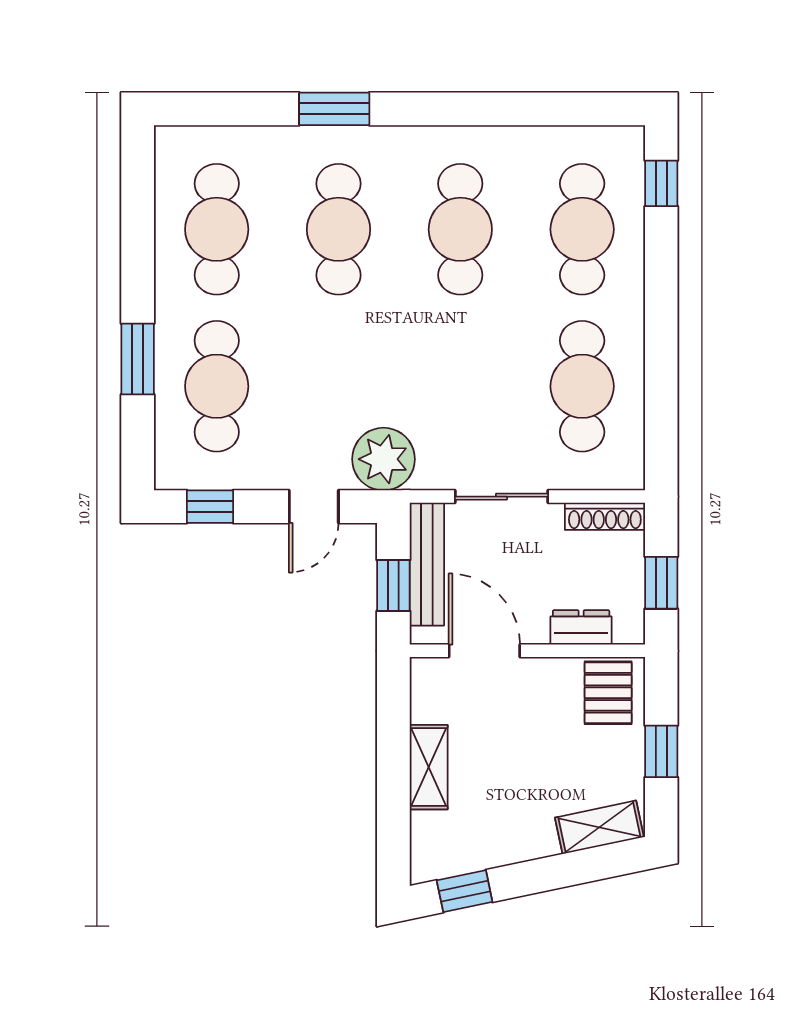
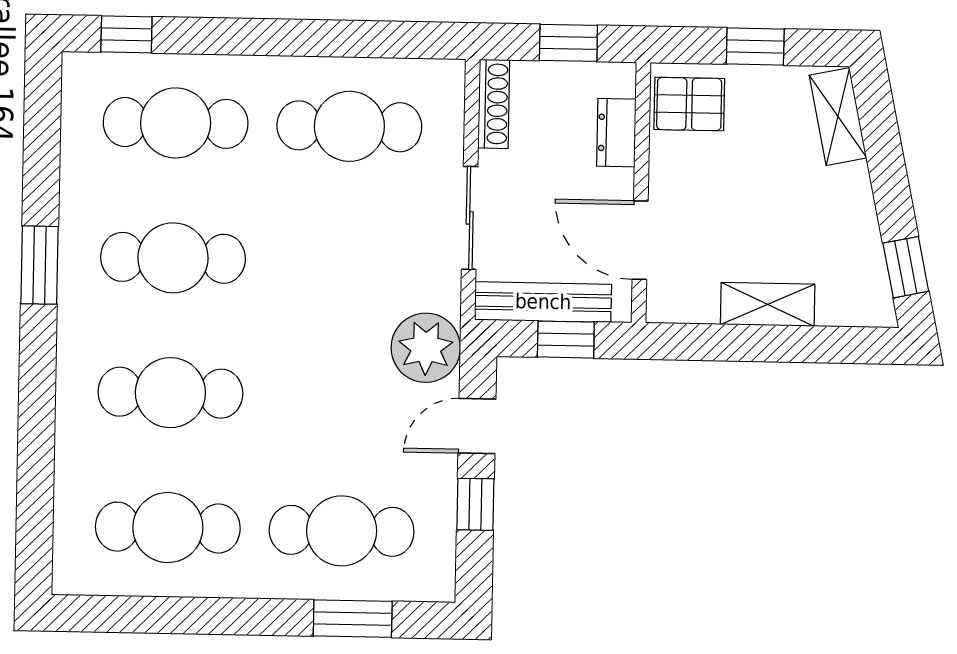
window: (334, 109) -> (39, 265), moved
window: (138, 359) -> (353, 619), moved
window: (210, 507) -> (475, 504), moved
door: (314, 507) -> (477, 426), swing flipped
door: (484, 651) -> (640, 240), hinge flipped

